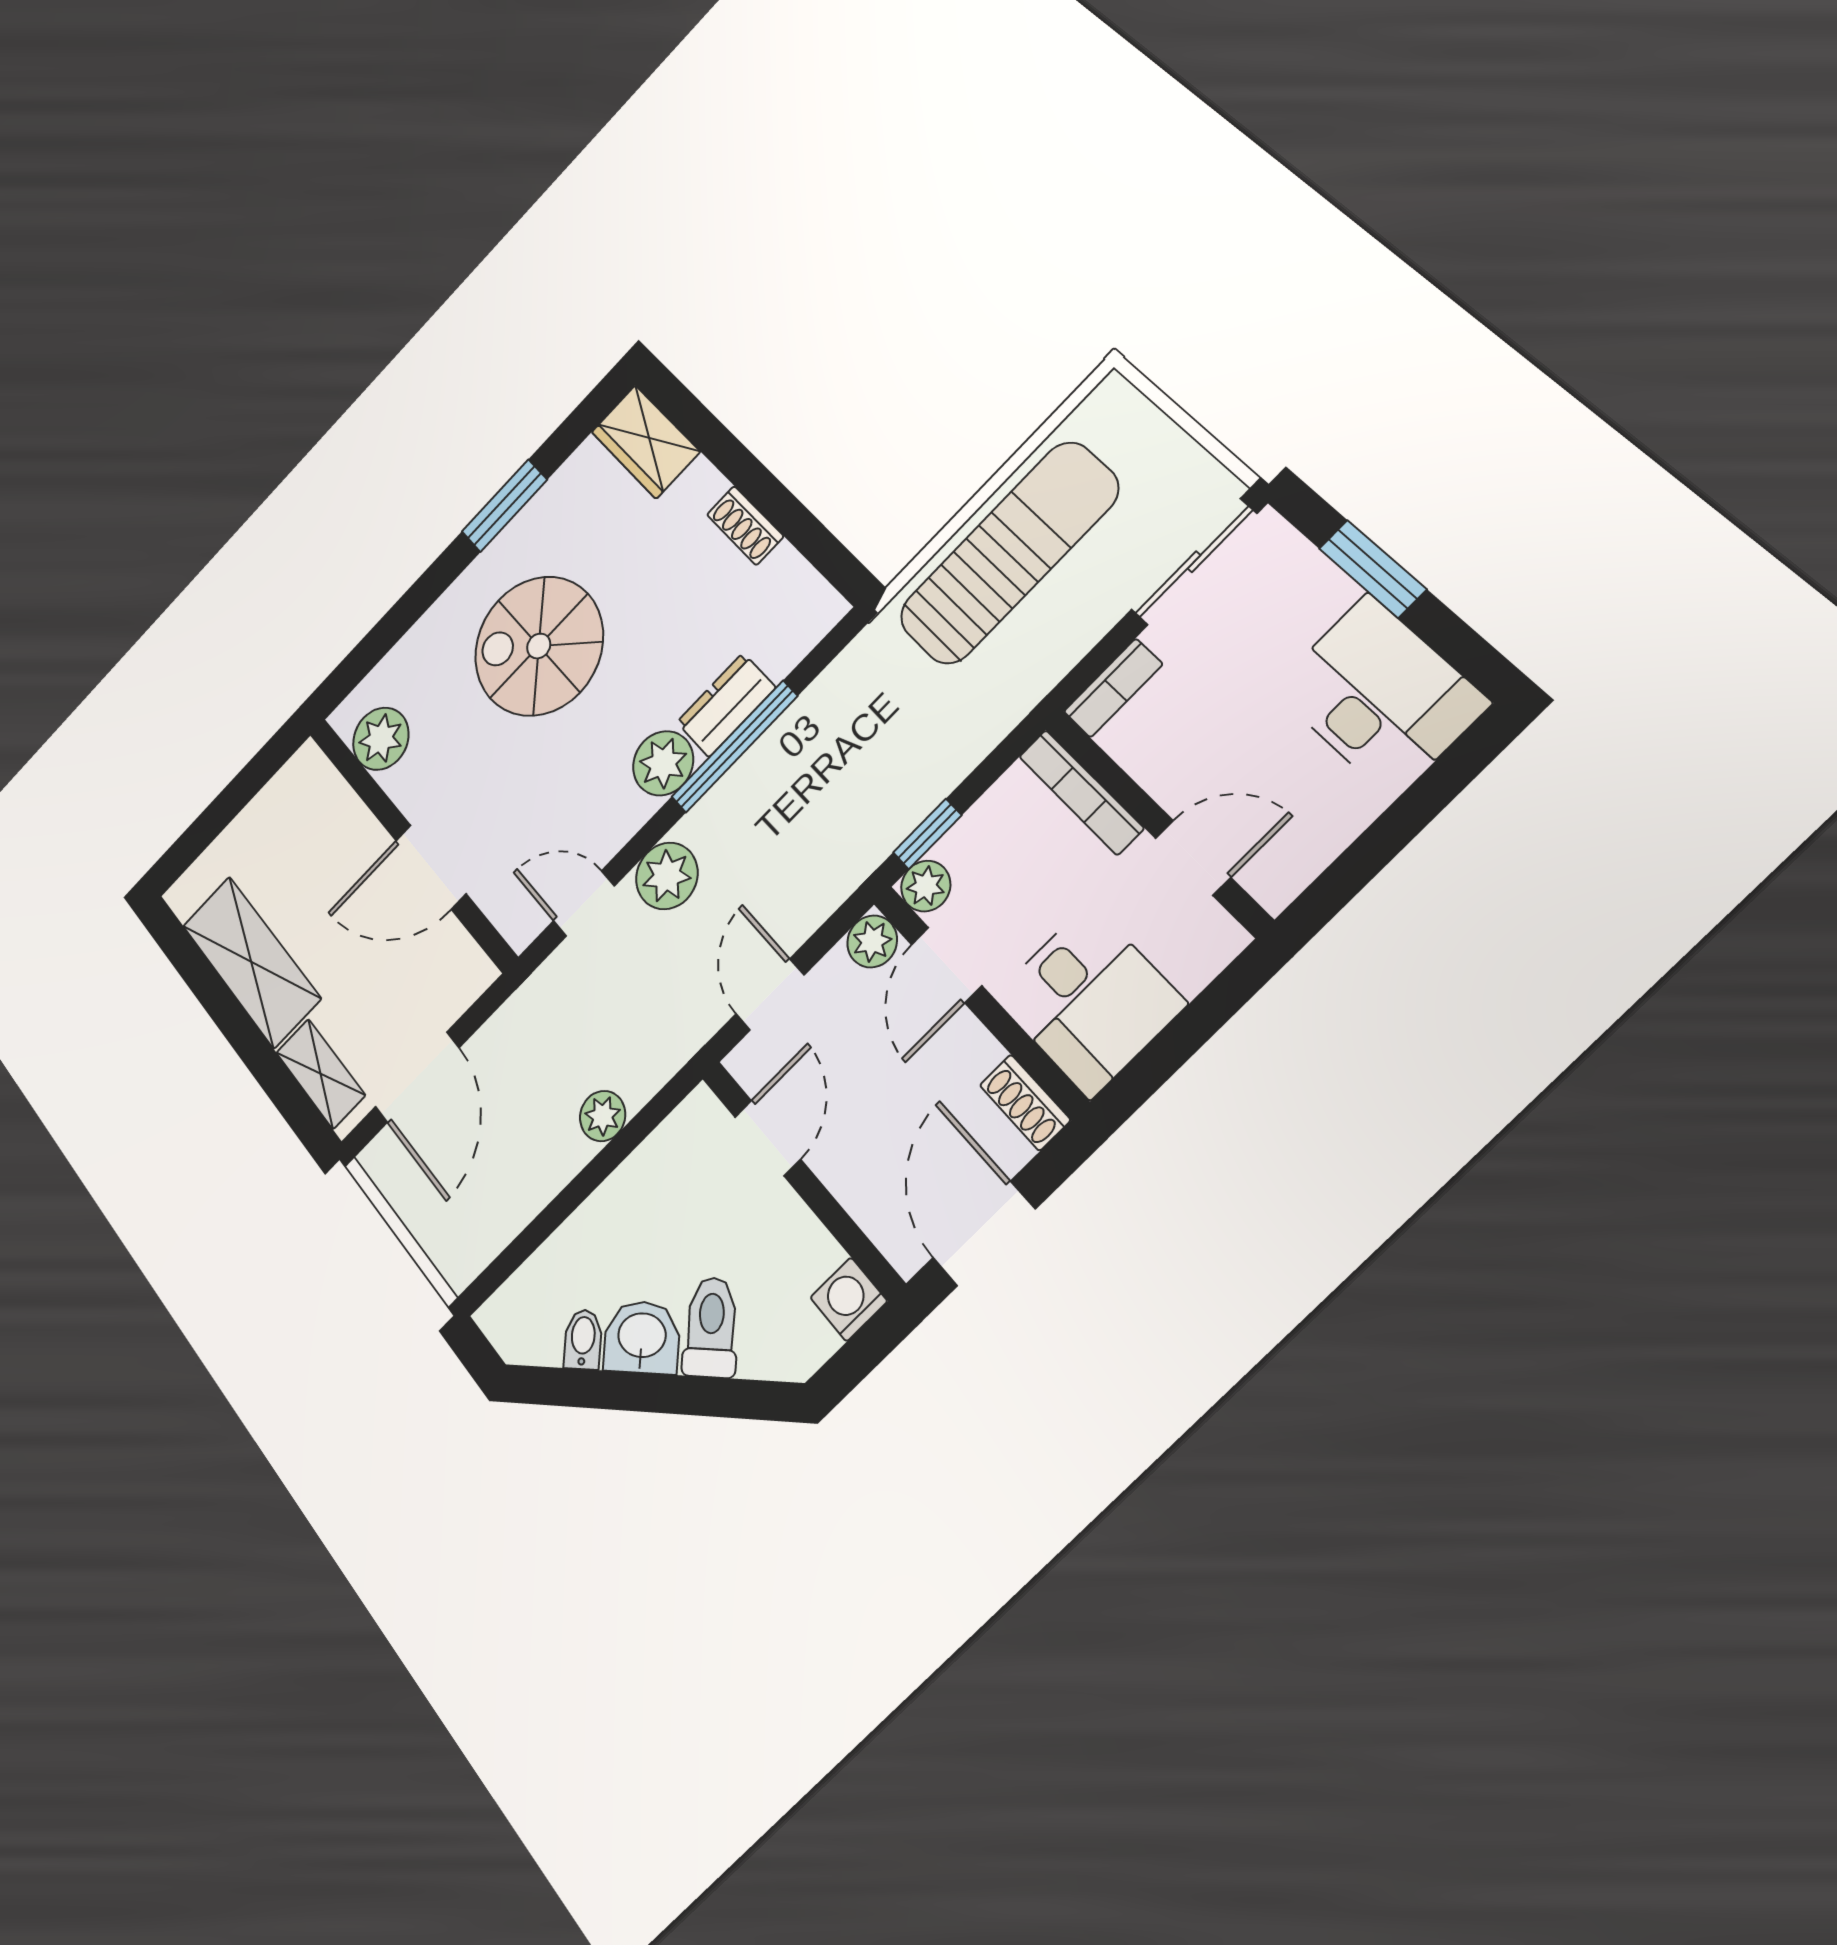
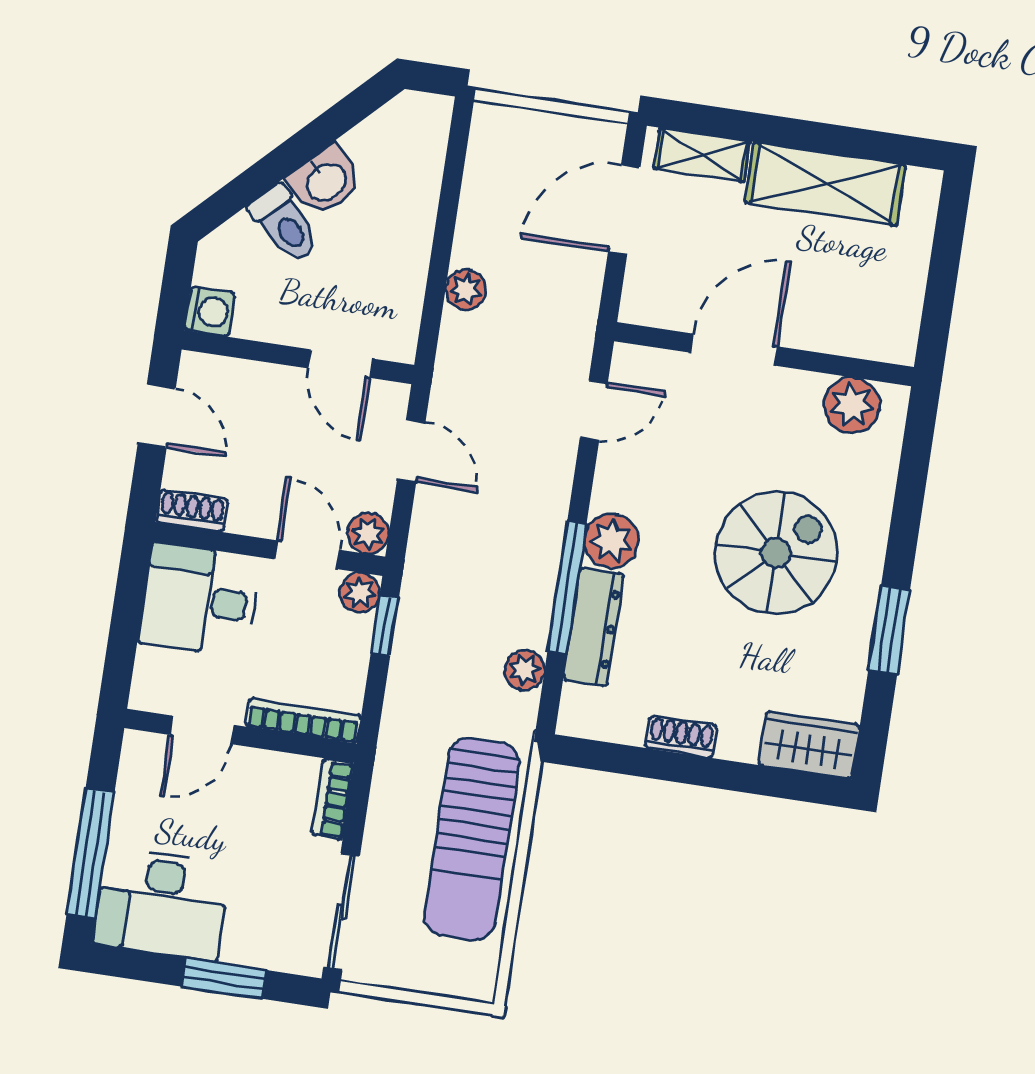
dresser: (726, 705) -> (593, 627), width x1.44
window: (1418, 806) -> (90, 853), added
plant: (667, 876) -> (525, 670), moved, width x0.73, depth x0.73
door: (417, 1077) -> (624, 209), hinge flipped
door: (984, 1233) -> (157, 416), width x0.73
bidet: (583, 1339) -> (364, 147), removed

